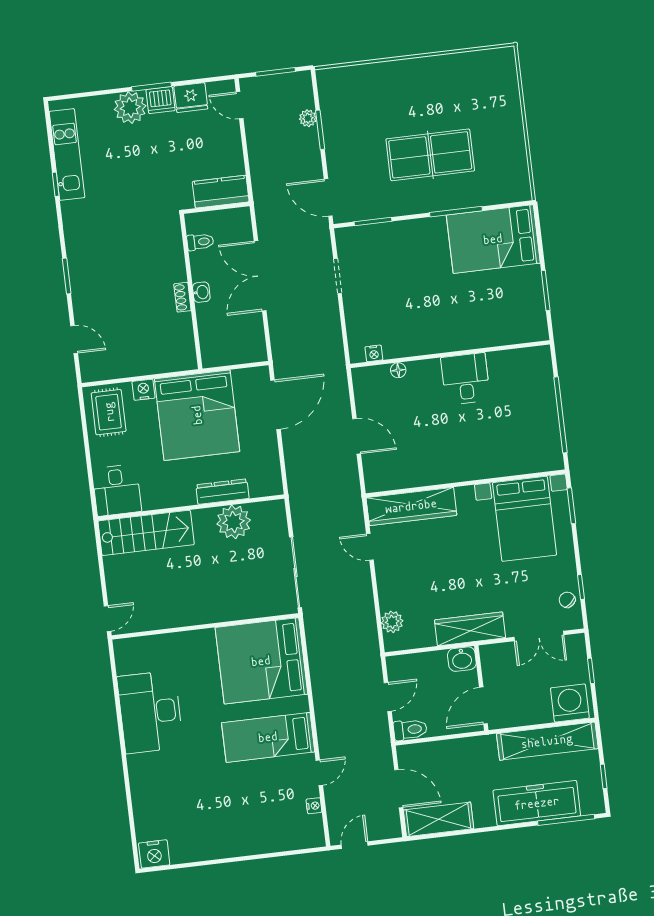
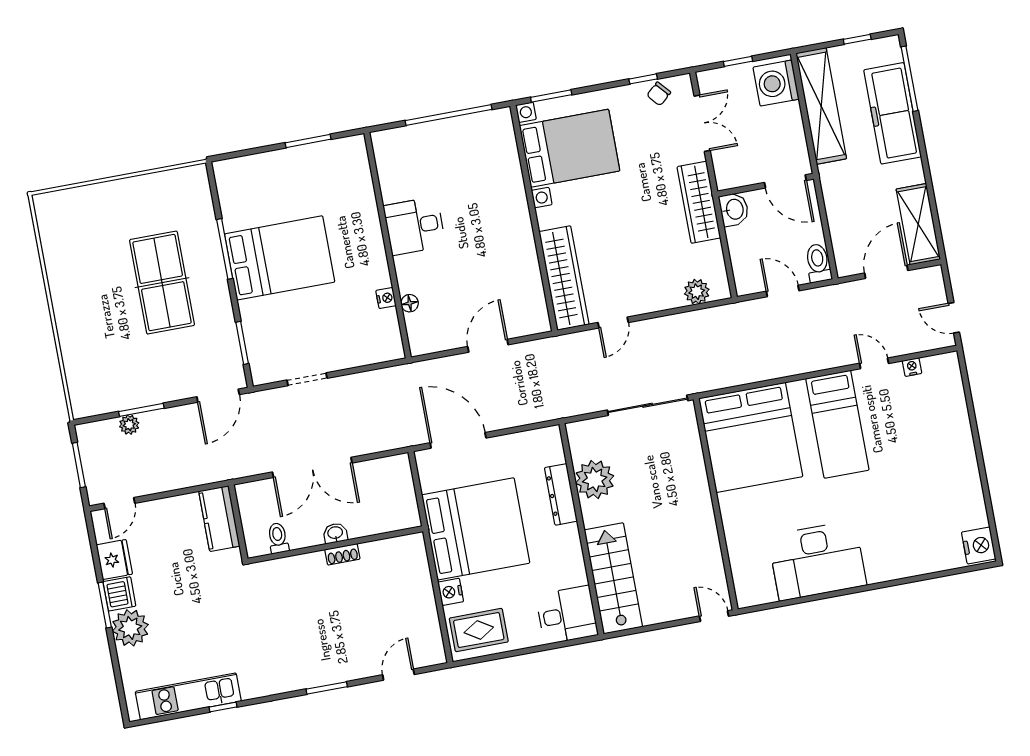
bed: (493, 239) -> (280, 258), moved, turned -90
nightstand: (374, 353) -> (386, 298), moved

